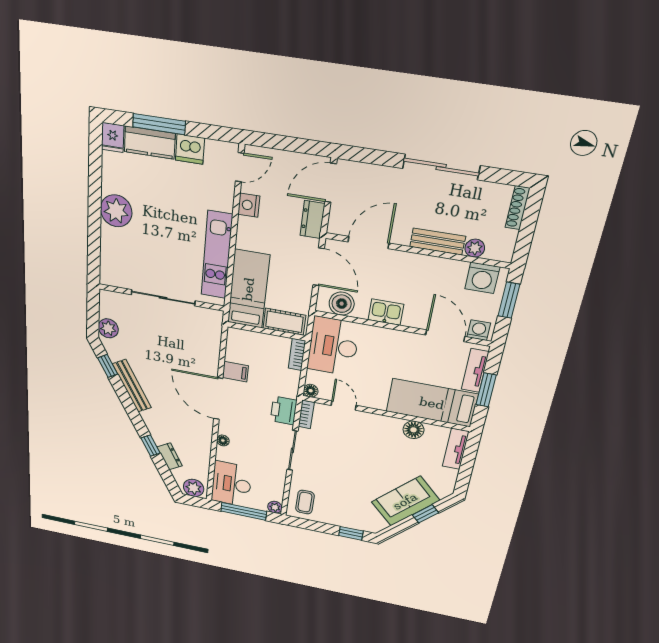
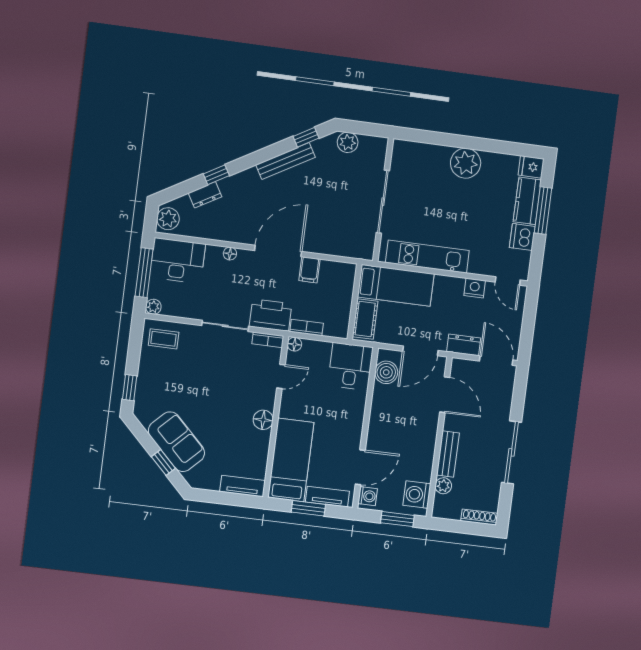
kitchen sink: (386, 312) -> (380, 413), removed
desk: (333, 346) -> (351, 366), width x0.73
bookcase: (297, 354) -> (307, 328), moved
printer: (284, 411) -> (271, 315), width x1.37, depth x1.19
floor lamp: (413, 430) -> (263, 420), moved

